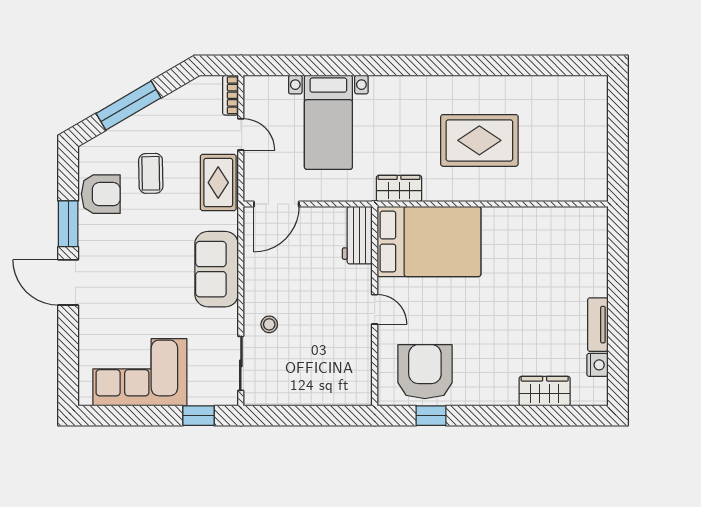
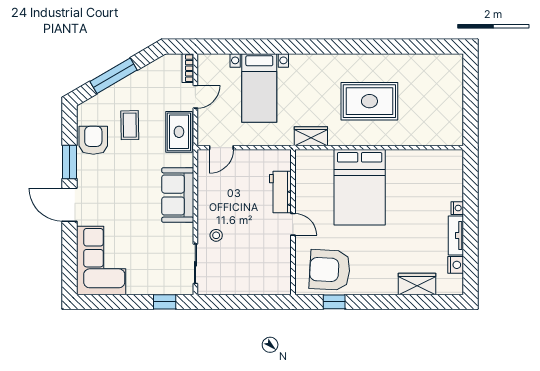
door: (241, 134) -> (195, 97), hinge flipped
armchair: (101, 194) -> (93, 140), turned -90
door: (276, 204) -> (221, 148), width x0.73
workbench: (357, 235) -> (280, 192), moved
bed: (429, 242) -> (360, 187), moved, turned 90
nightstand: (600, 287) -> (457, 208), added
corner sofa: (140, 372) -> (101, 260), moved, turned 90
armchair: (425, 372) -> (330, 270), turned -87

